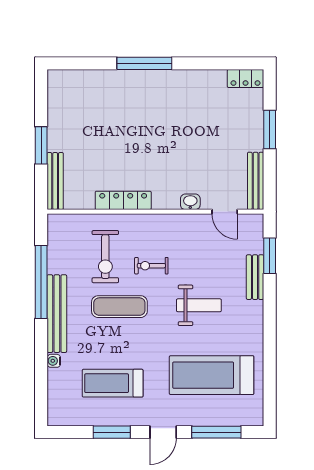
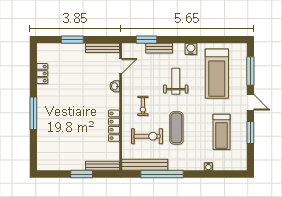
locker: (246, 78) -> (42, 74), moved
exercise bike: (151, 266) -> (143, 106), moved
bench: (57, 314) -> (145, 165), moved
water cooler: (254, 331) -> (191, 49), added

